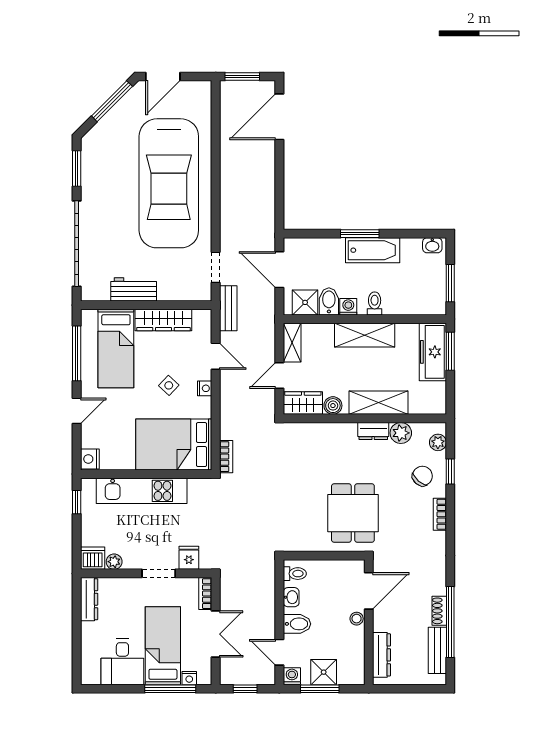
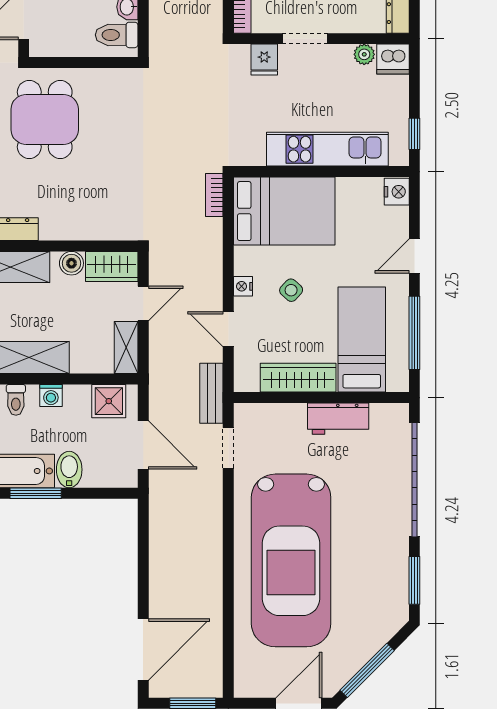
car: (169, 183) -> (291, 560), turned 180
bidet: (329, 301) -> (69, 470), moved, turned 180
toilet: (295, 574) -> (117, 35), width x1.37, depth x1.39

